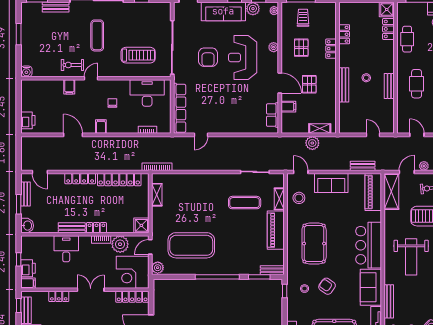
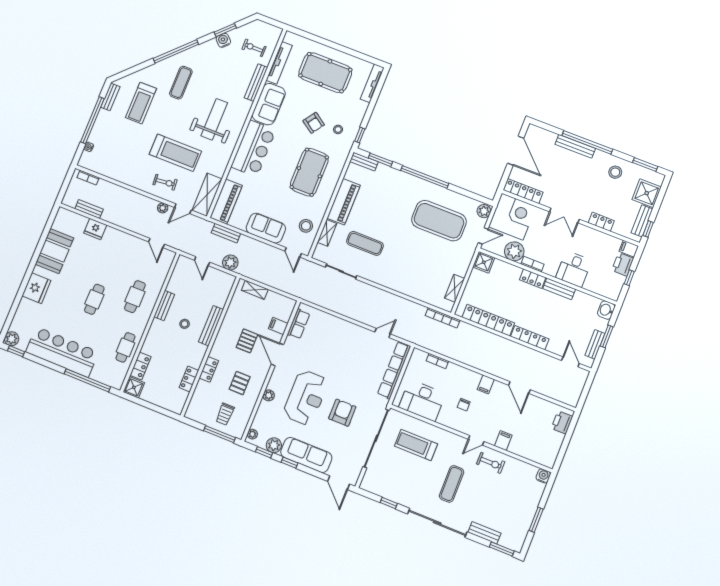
plant: (312, 143) -> (230, 263), moved

